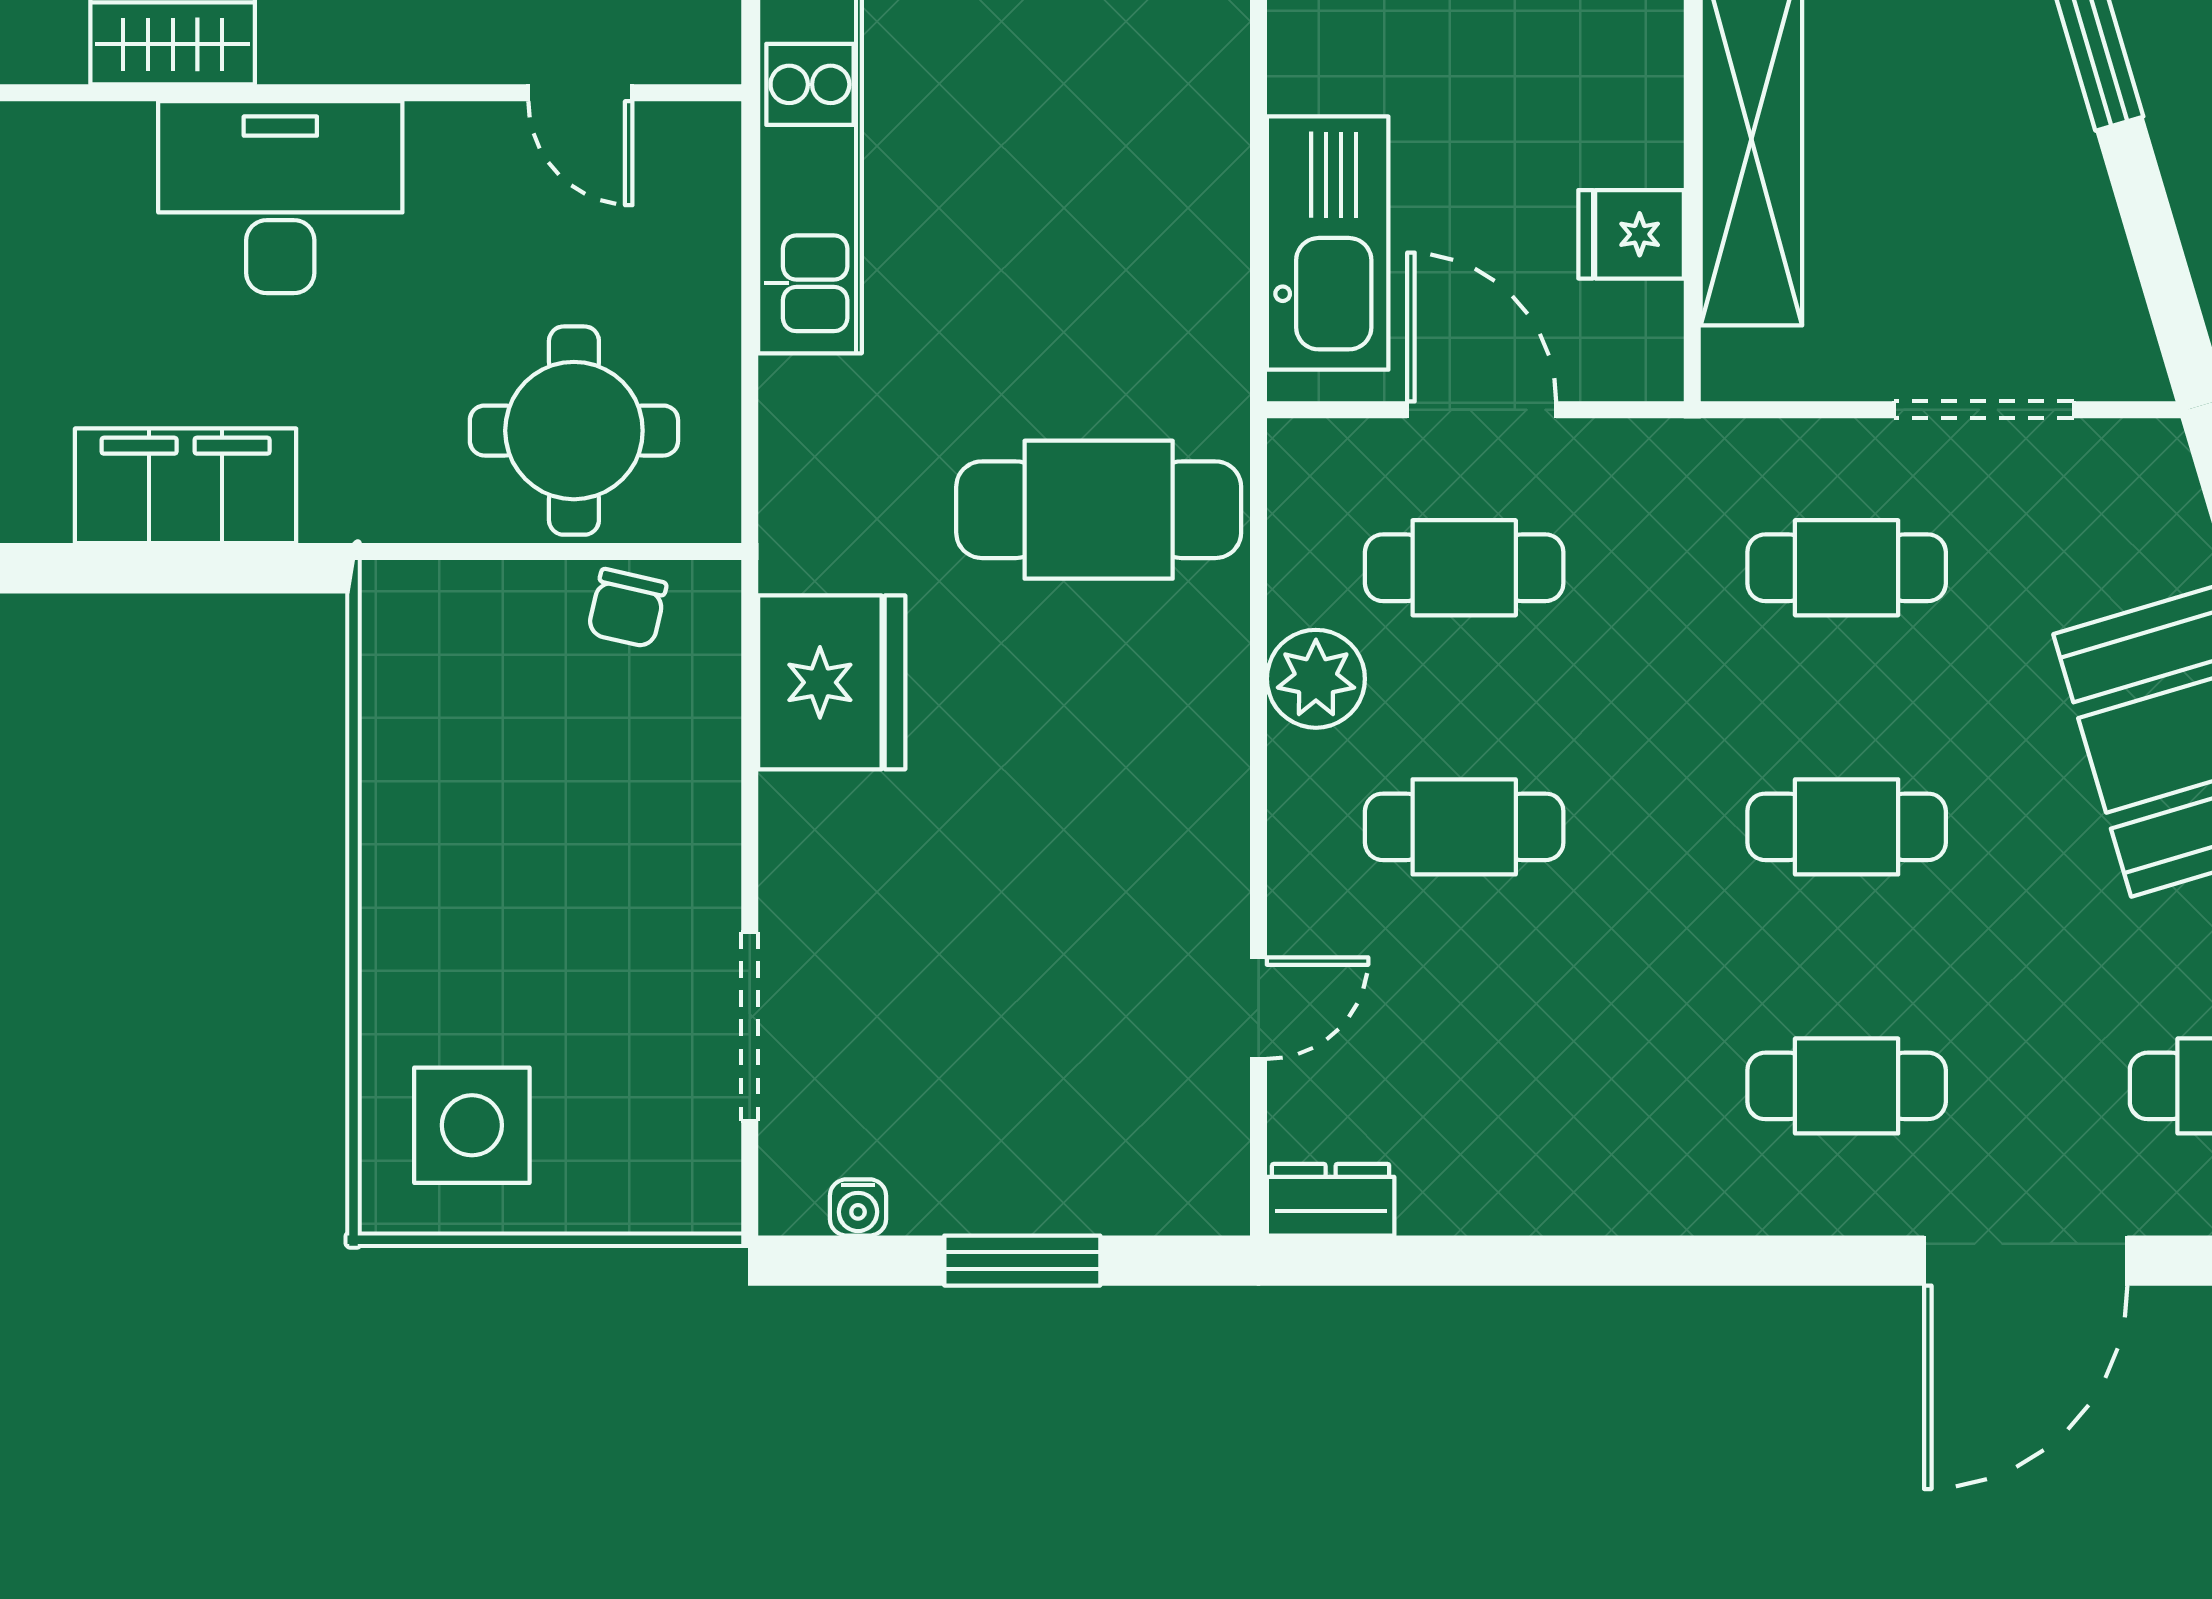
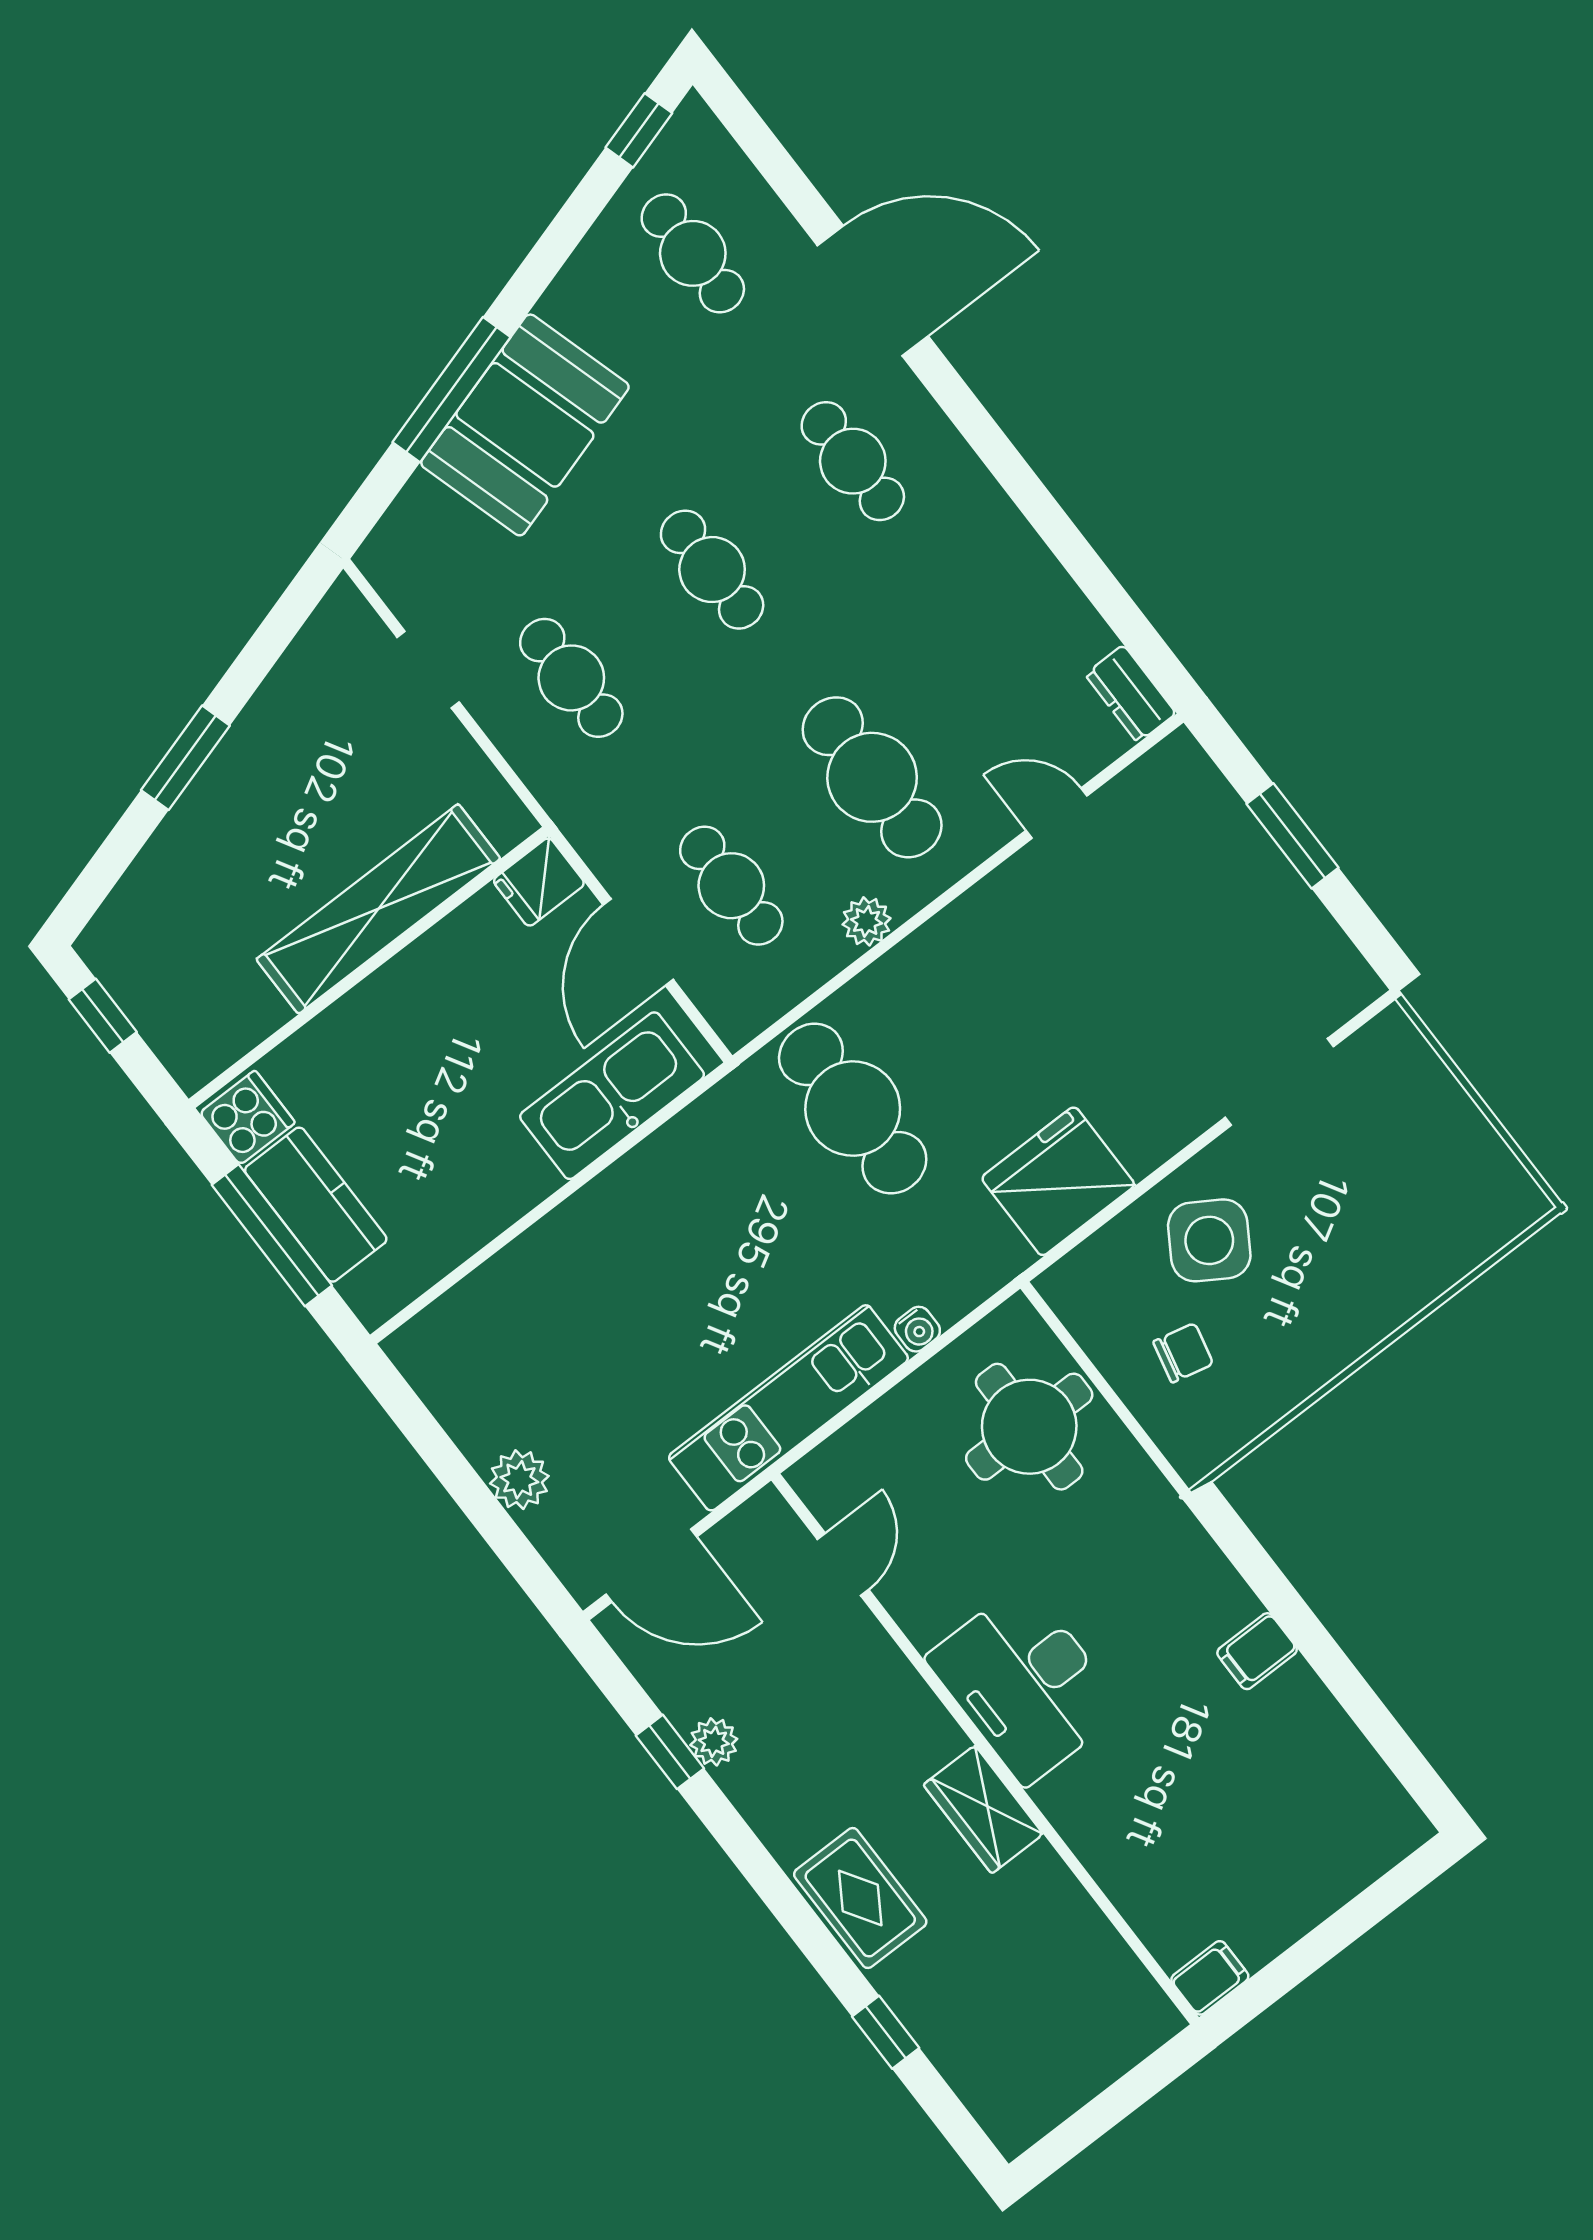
fridge: (1631, 234) -> (539, 882), moved, turned 90
doorway: (1984, 410) -> (428, 670), width x0.73
filing cabinet: (186, 486) -> (1257, 1651), width x0.33, depth x0.86
chair: (627, 608) -> (1183, 1353), moved
plant: (1316, 679) -> (867, 921), width x0.73, depth x0.73
cafe table: (1464, 827) -> (872, 777), width x1.37, depth x1.35
side table: (472, 1125) -> (1209, 1240), moved, turned 32
water cooler: (858, 1207) -> (917, 1329), moved, turned 90

